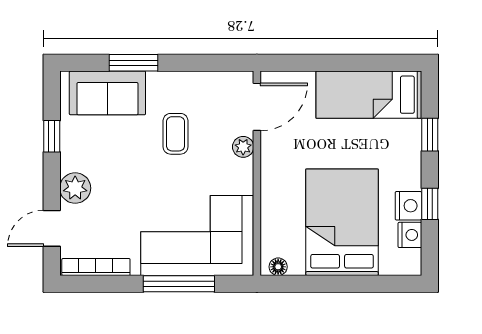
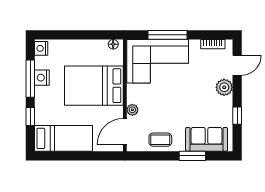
coffee table: (176, 134) -> (160, 140), moved, turned 90
window: (430, 204) -> (30, 79), width x2.17
bed: (342, 222) -> (94, 86), moved, turned 90
nightstand: (410, 235) -> (41, 48), moved
bookcase: (96, 267) -> (213, 44), width x0.64

